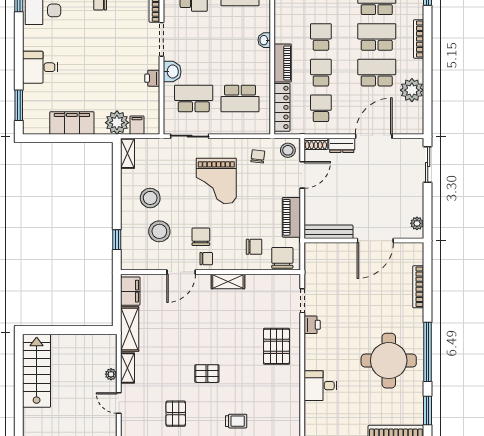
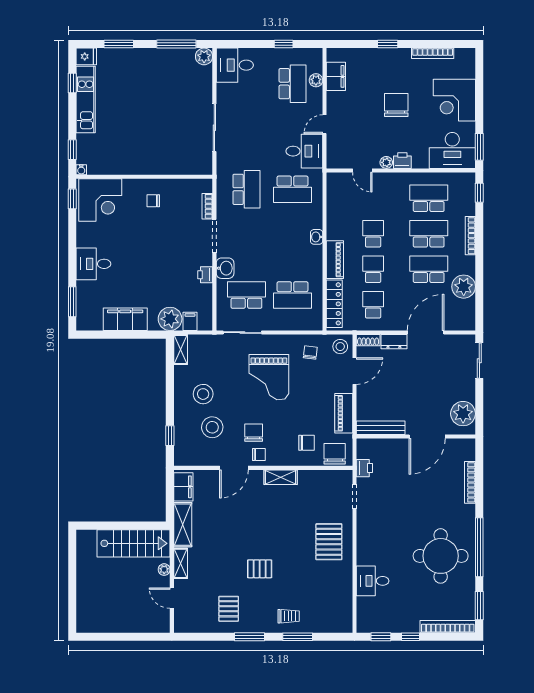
plant: (417, 223) -> (463, 414), width x1.88, depth x1.88
printer: (312, 325) -> (364, 468), moved
stairs: (37, 371) -> (134, 543), moved, turned 90

